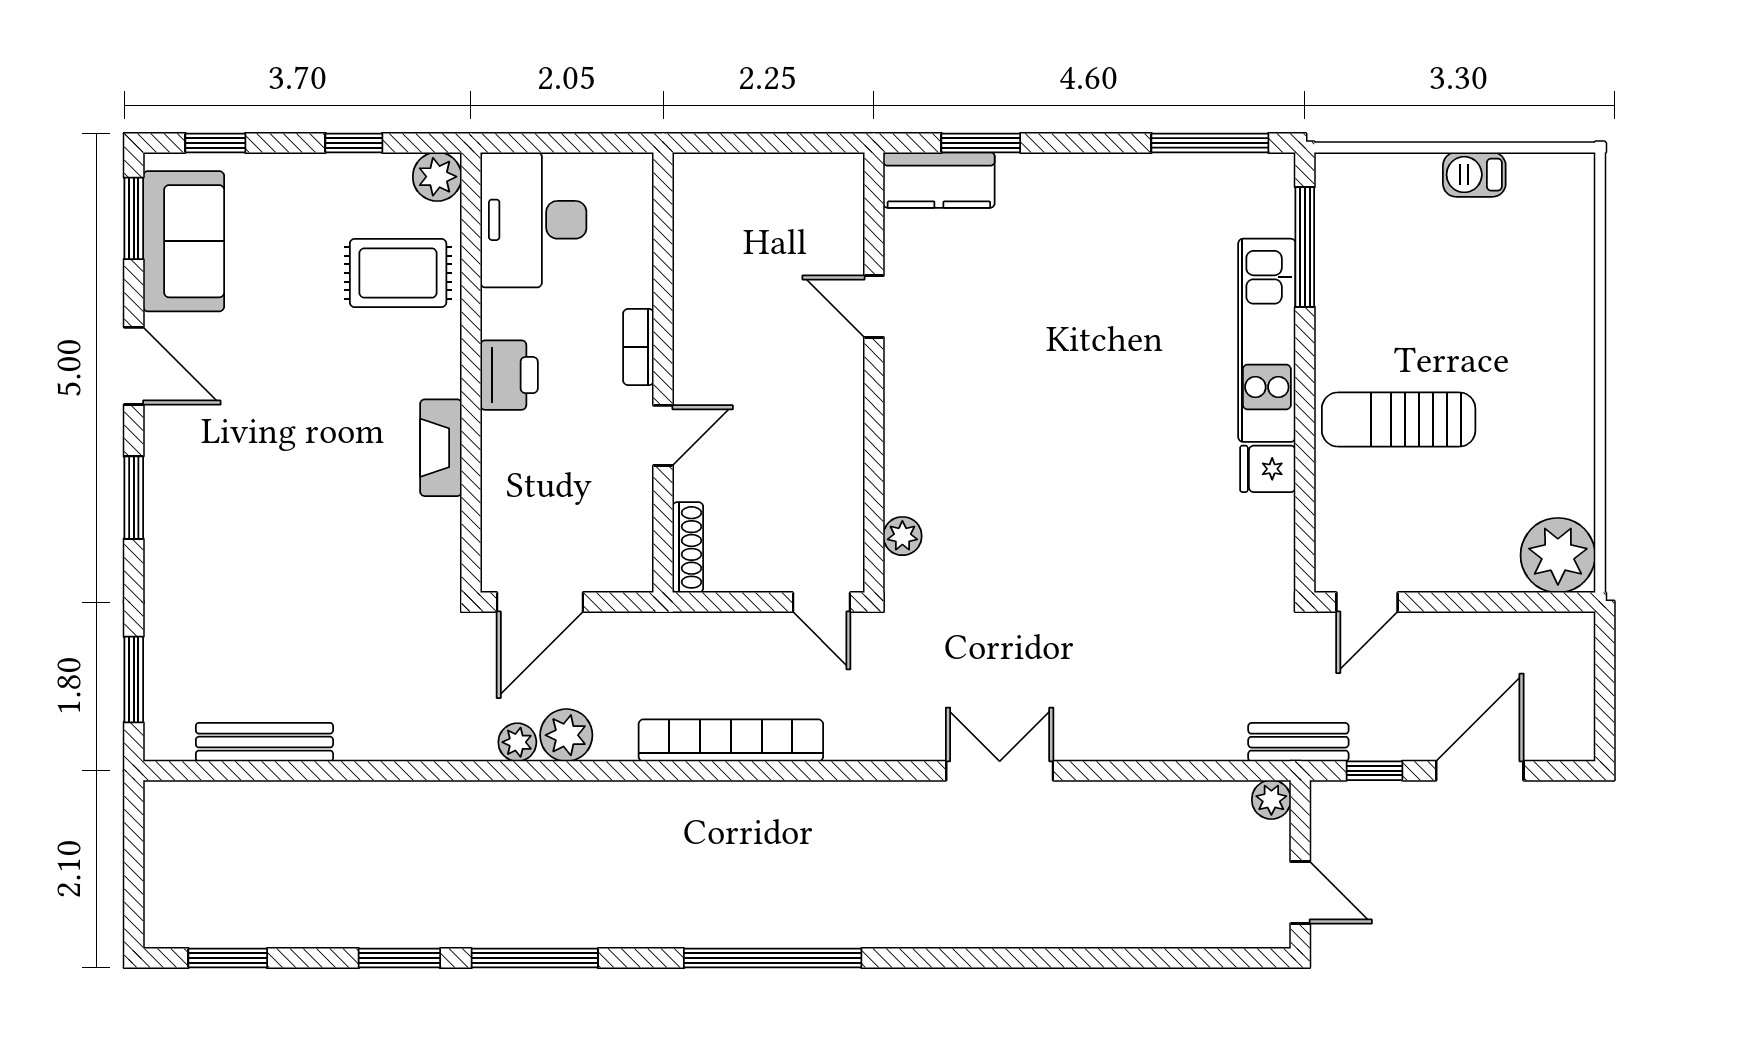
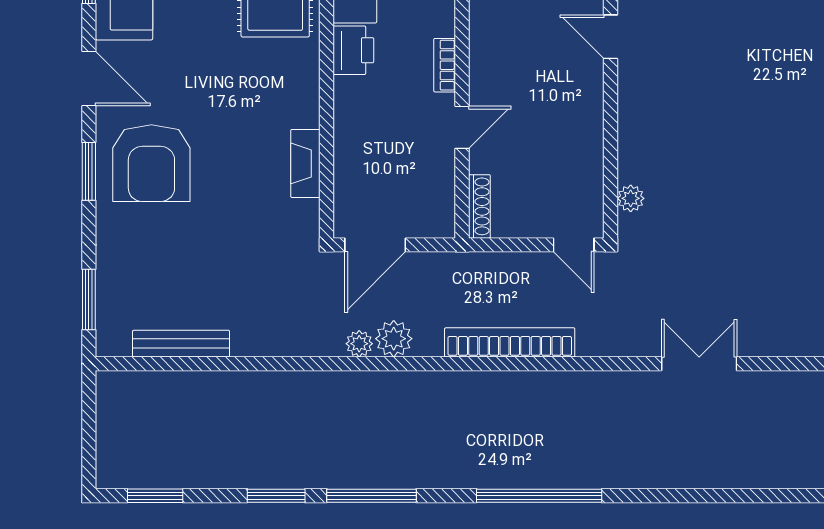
printer: (509, 375) -> (353, 50), moved
fireplace: (441, 448) -> (305, 163), moved
armchair: (222, 486) -> (151, 163), added

